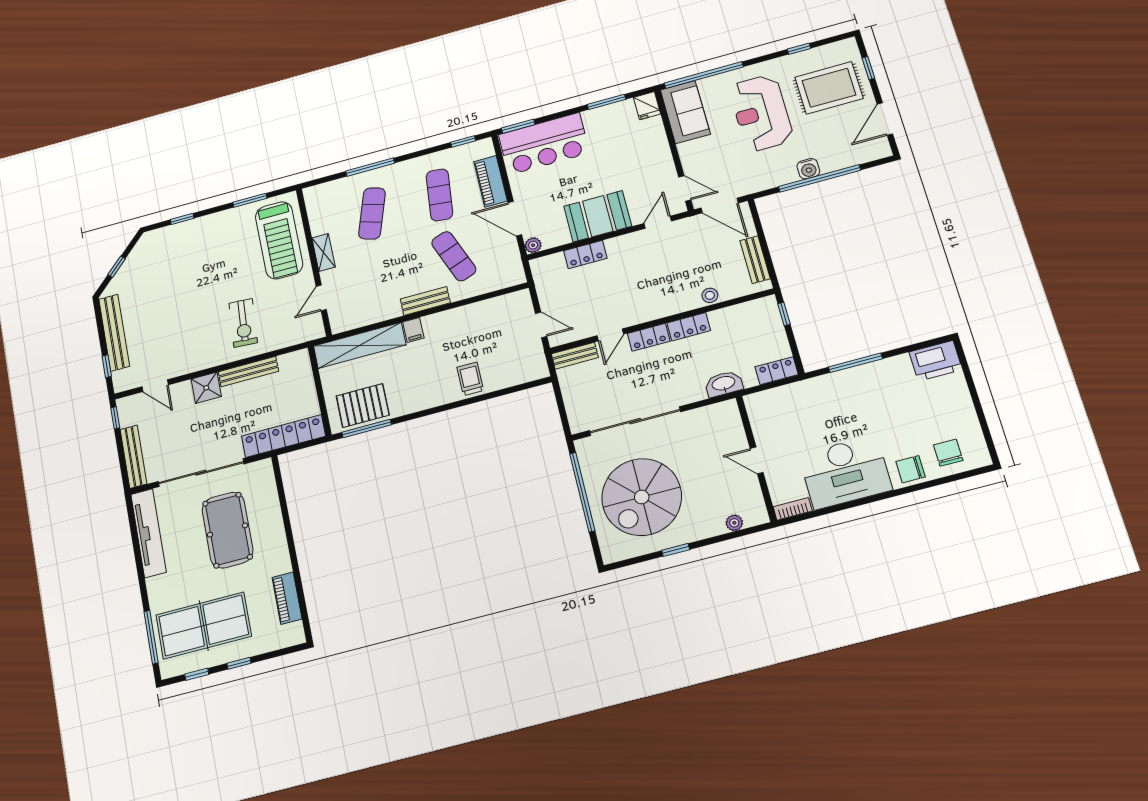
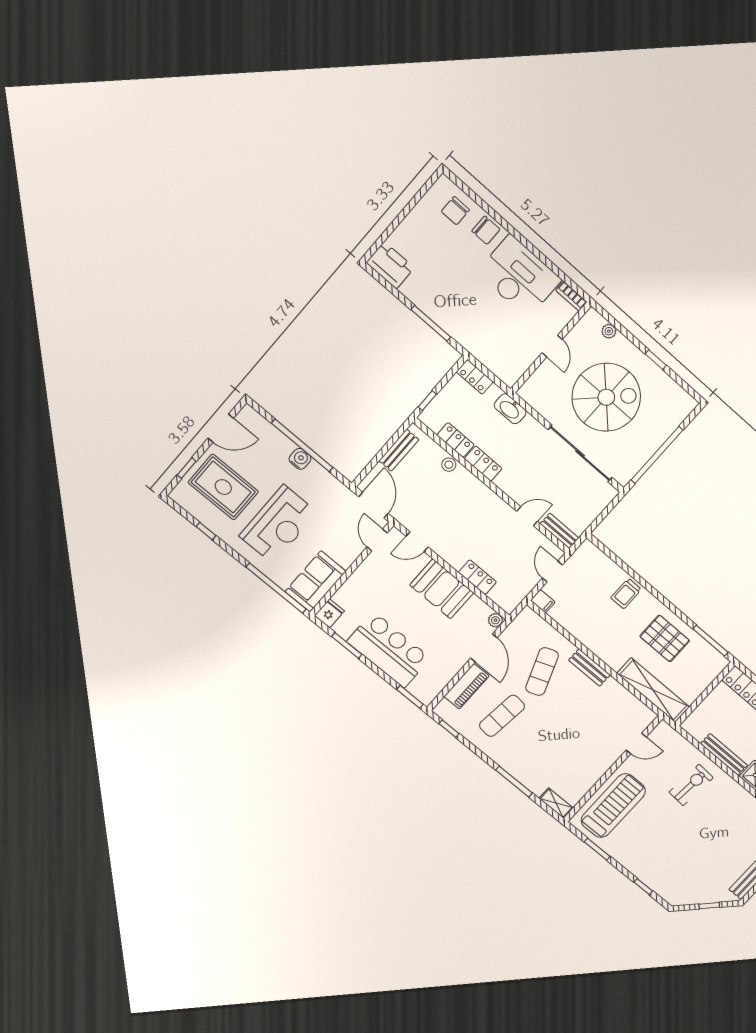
bar counter: (544, 144) -> (389, 650), moved
exercise mat: (372, 213) -> (549, 754), removed
shelving: (324, 252) -> (556, 803), moved, turned 90
filing cabinet: (413, 330) -> (543, 601), moved, turned 90
locker: (649, 337) -> (456, 440), moved
pallet: (363, 406) -> (665, 638), moved
spiral stairs: (642, 497) -> (606, 397), moved

